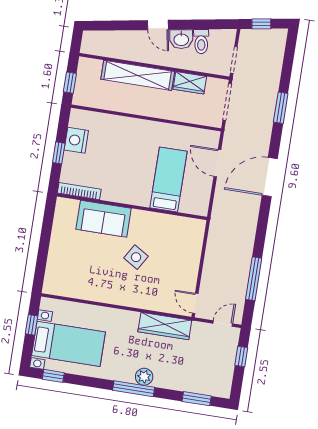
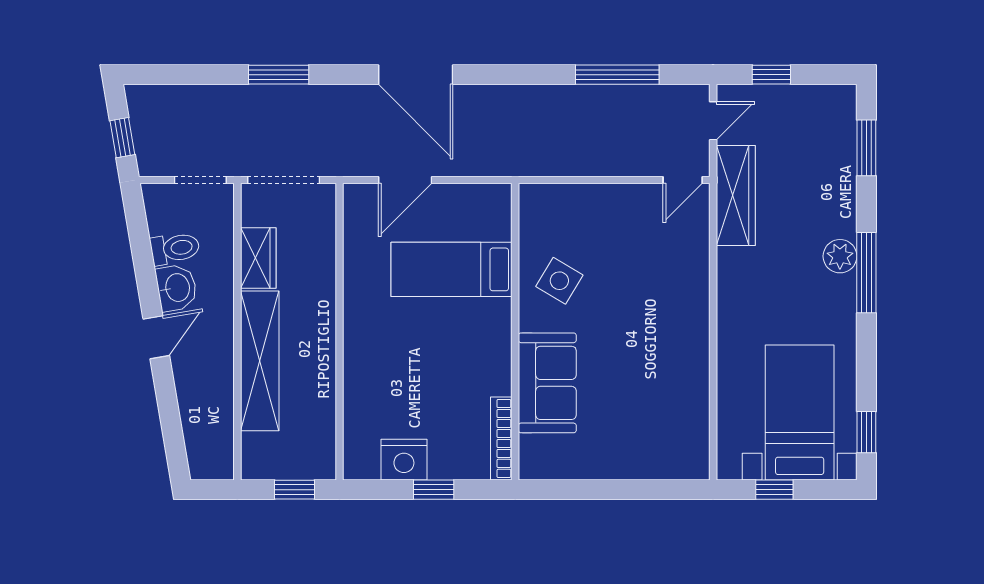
side table: (136, 257) -> (559, 281), moved
door: (223, 323) -> (713, 121), swing flipped
wardrobe: (165, 326) -> (736, 195), moved

